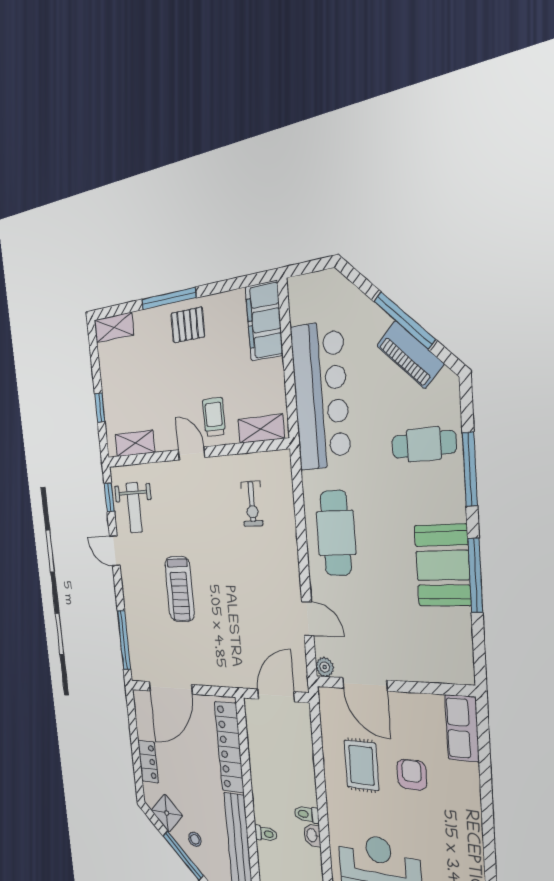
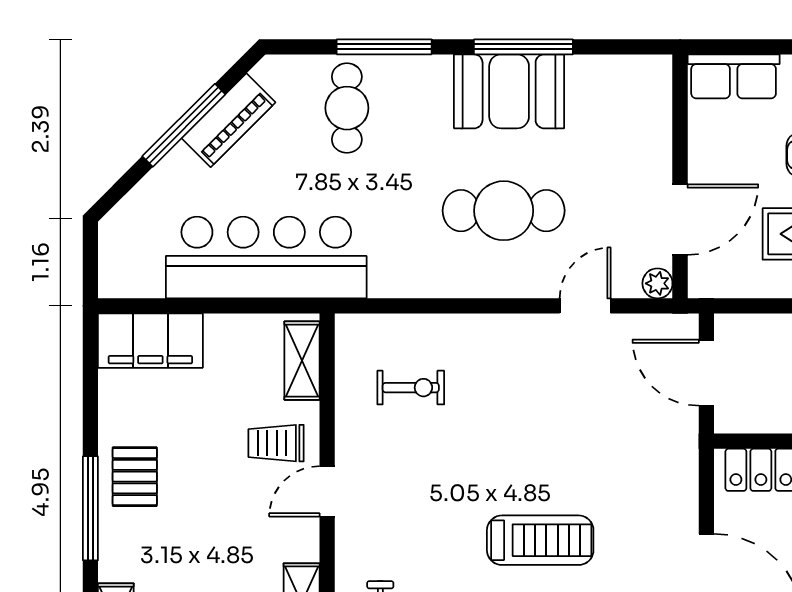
cafe table: (336, 533) -> (504, 211), moved

